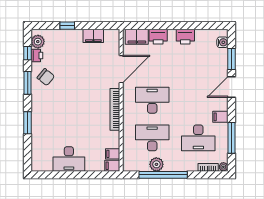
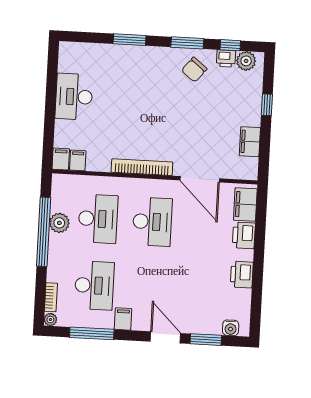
desk: (198, 138) -> (94, 285), turned 180

